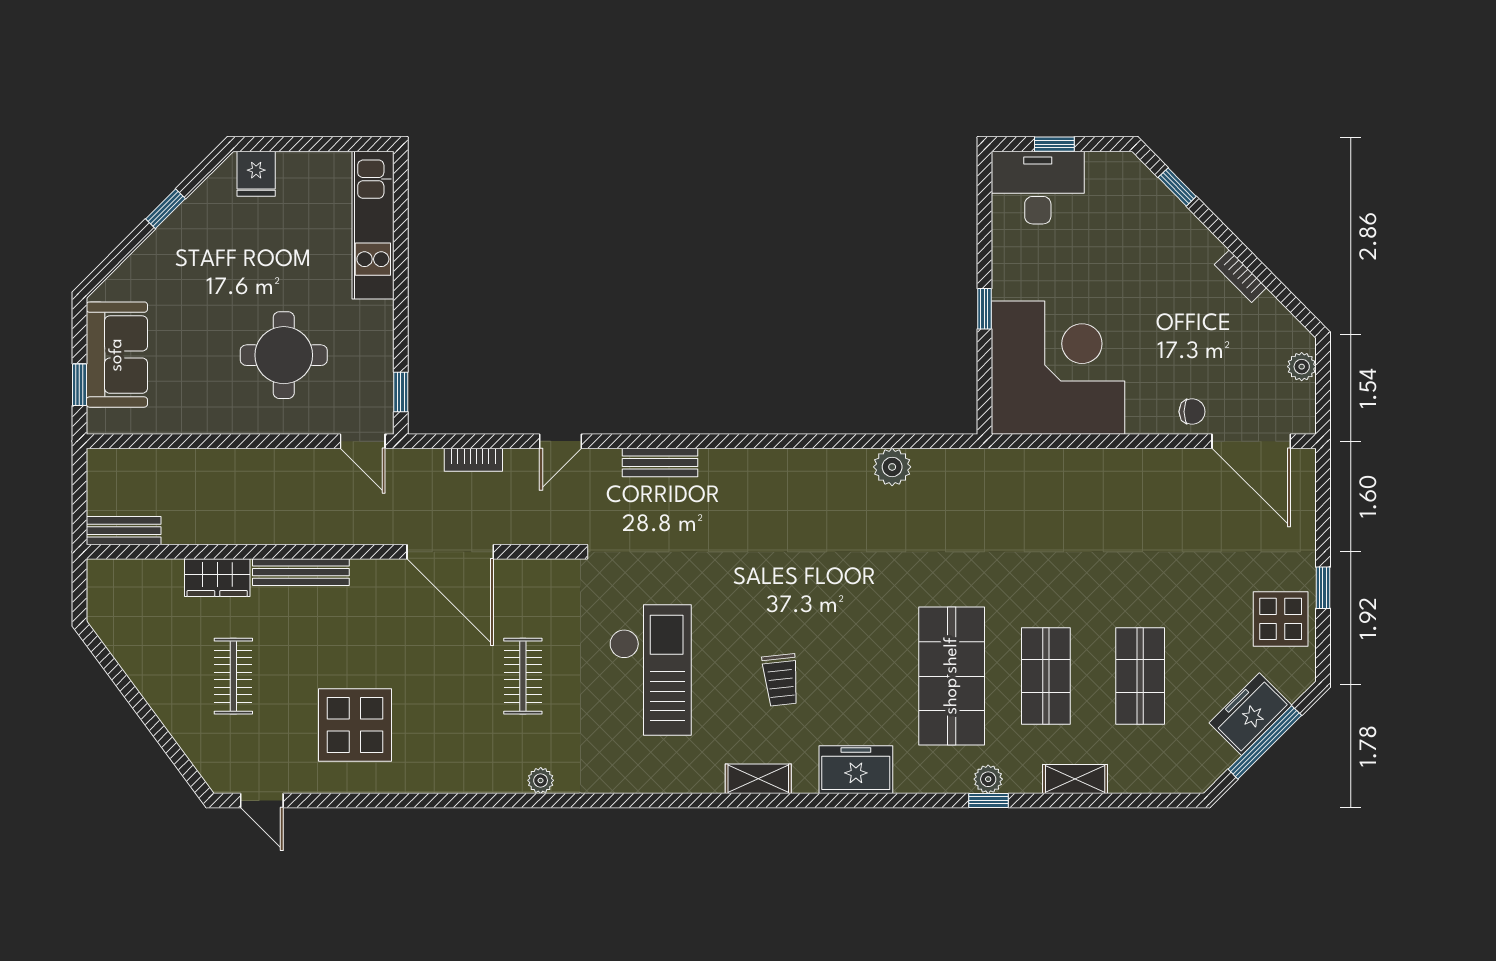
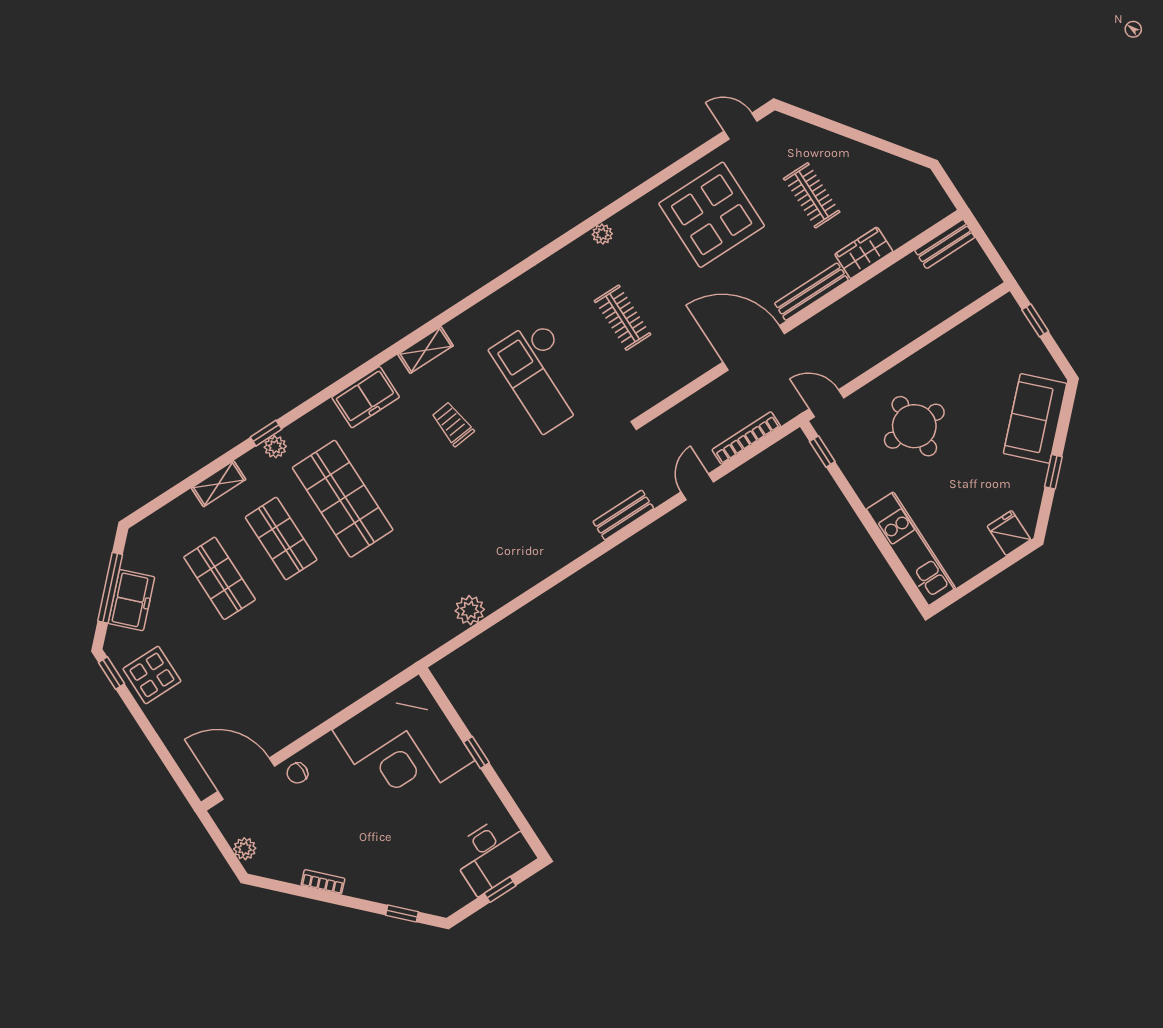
sofa: (117, 355) -> (1035, 418), moved, turned 45
bookcase: (473, 460) -> (746, 438), width x1.56
door: (450, 552) -> (754, 348), moved
window: (1323, 588) -> (111, 673), moved
display table: (355, 725) -> (712, 215), width x1.36, depth x1.36
plant: (541, 780) -> (602, 234), moved

